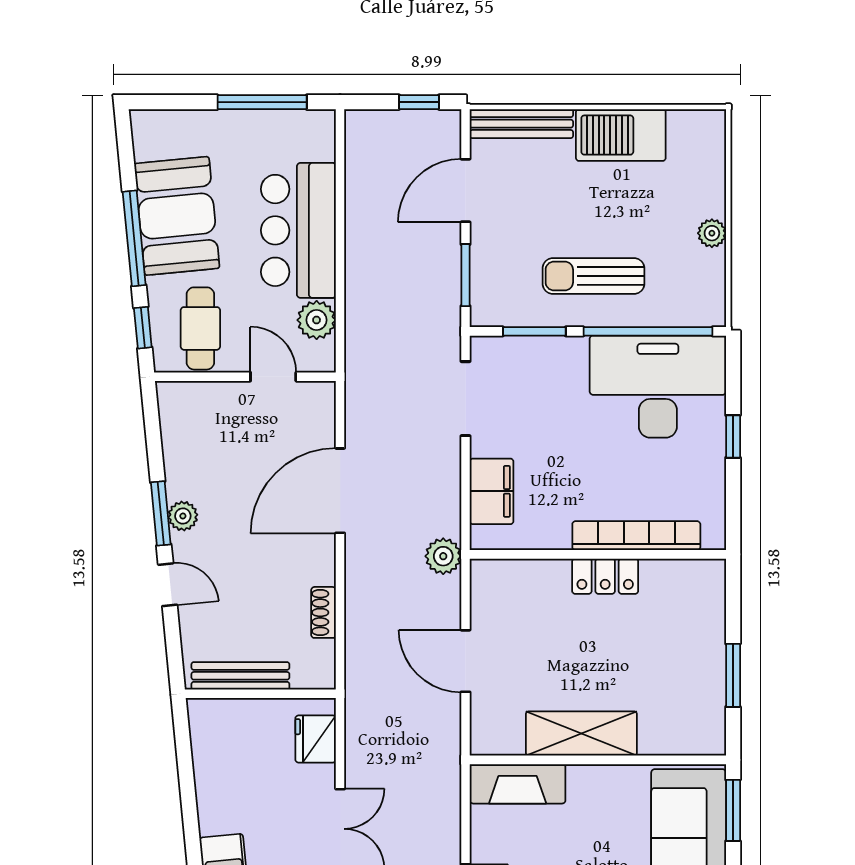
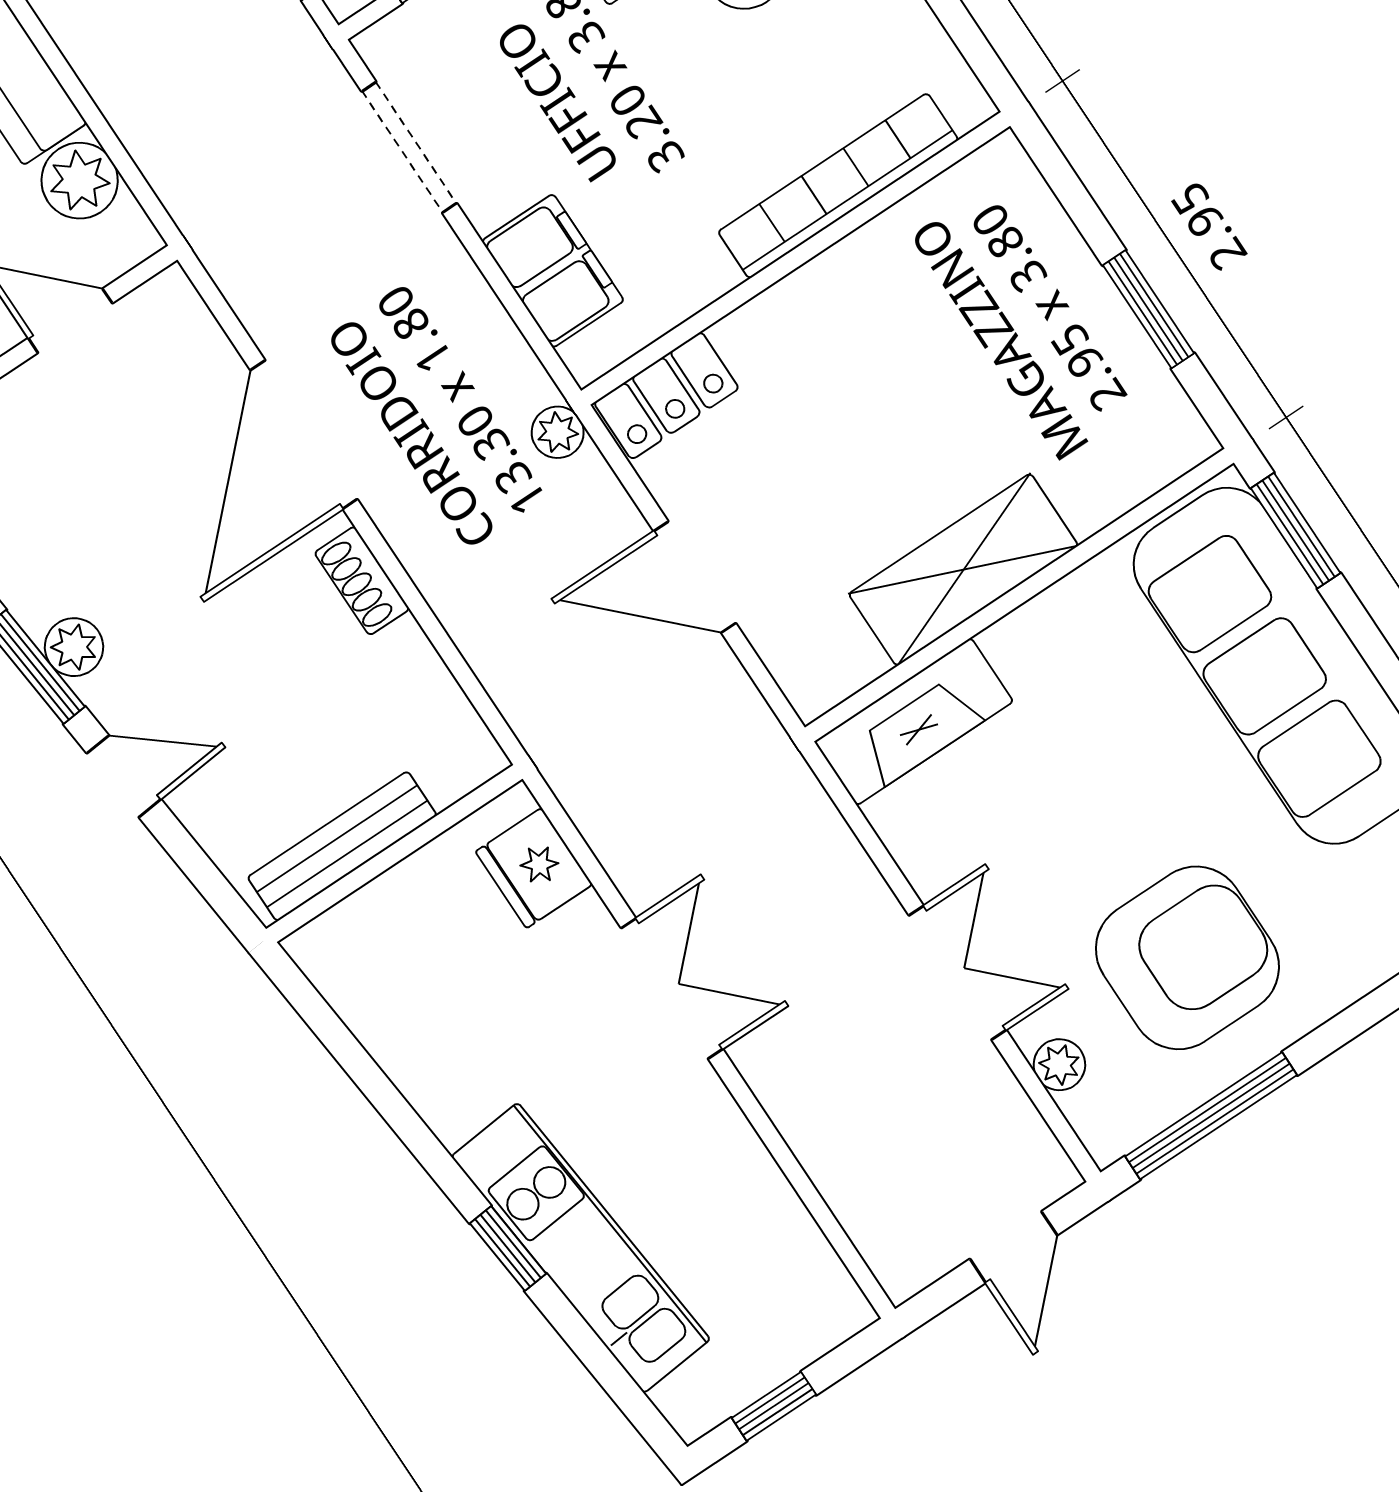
plant: (443, 556) -> (558, 432), width x0.73, depth x0.73
locker: (605, 576) -> (666, 396), moved
shoe rack: (323, 612) -> (362, 581), moved

